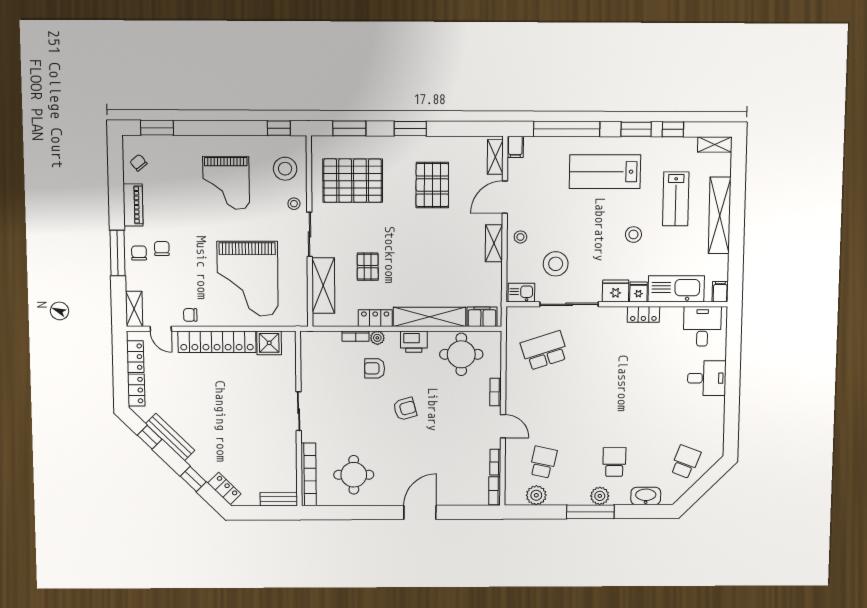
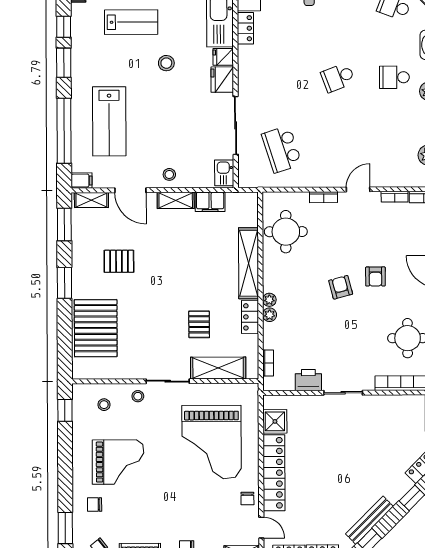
window: (349, 128) -> (64, 225), moved
stool: (285, 169) -> (104, 405), width x0.53, depth x0.53
lab bench: (605, 172) -> (109, 121), moved
pallet: (353, 181) -> (96, 328), moved
pallet: (432, 185) -> (119, 261), width x0.67, depth x0.71
chair: (162, 249) -> (95, 505), moved
stool: (556, 264) -> (196, 139), removed
pallet: (368, 267) -> (199, 324), turned 90
grand piano: (248, 279) -> (212, 442), turned 90
locker: (643, 314) -> (245, 28), moved
filing cabinet: (482, 317) -> (210, 202), moved, turned -90
door: (161, 329) -> (261, 528), hinge flipped
bookcase: (356, 336) -> (268, 363), moved
plant: (393, 338) -> (269, 300), added
printer: (414, 342) -> (308, 380), moved, turned -90
armchair: (375, 368) -> (375, 276), moved
school desk: (543, 462) -> (338, 77), moved, turned -33

